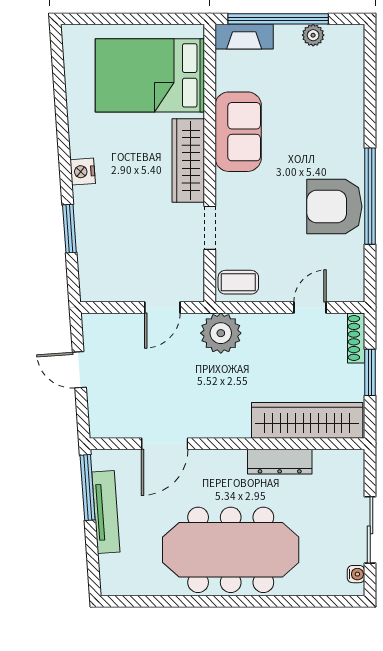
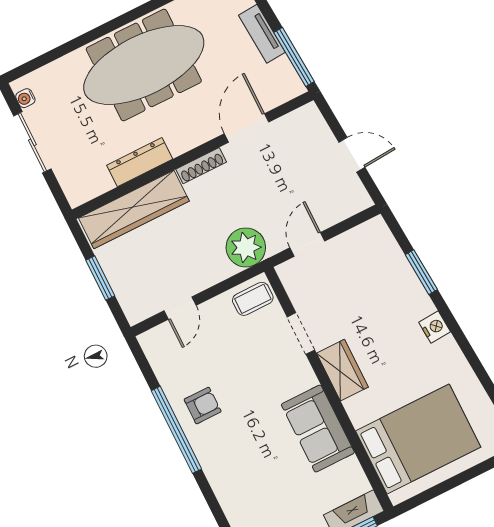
wardrobe: (188, 161) -> (342, 370), width x0.67
armchair: (334, 207) -> (203, 406), width x0.53, depth x0.53
shoe rack: (356, 338) -> (201, 166), moved, turned 90
tv unit: (106, 512) -> (262, 34), width x0.71

